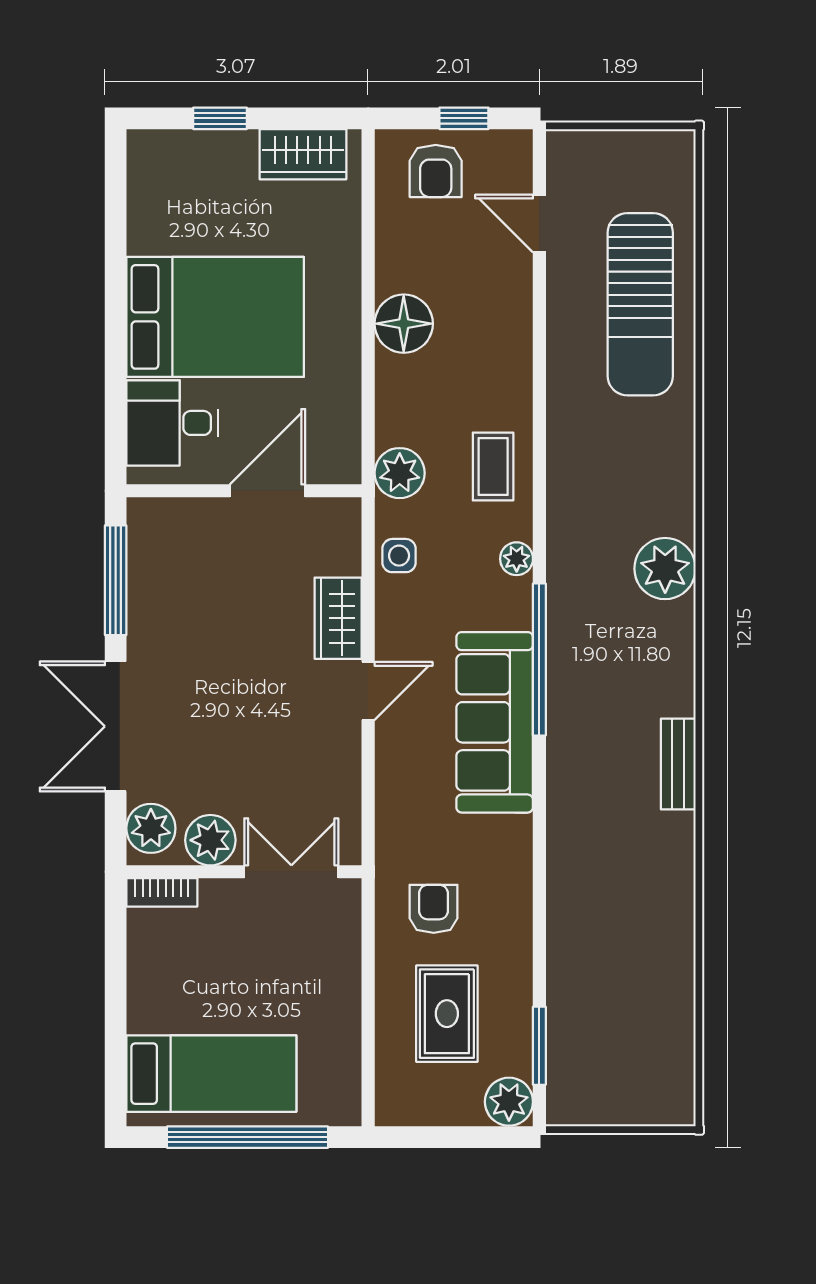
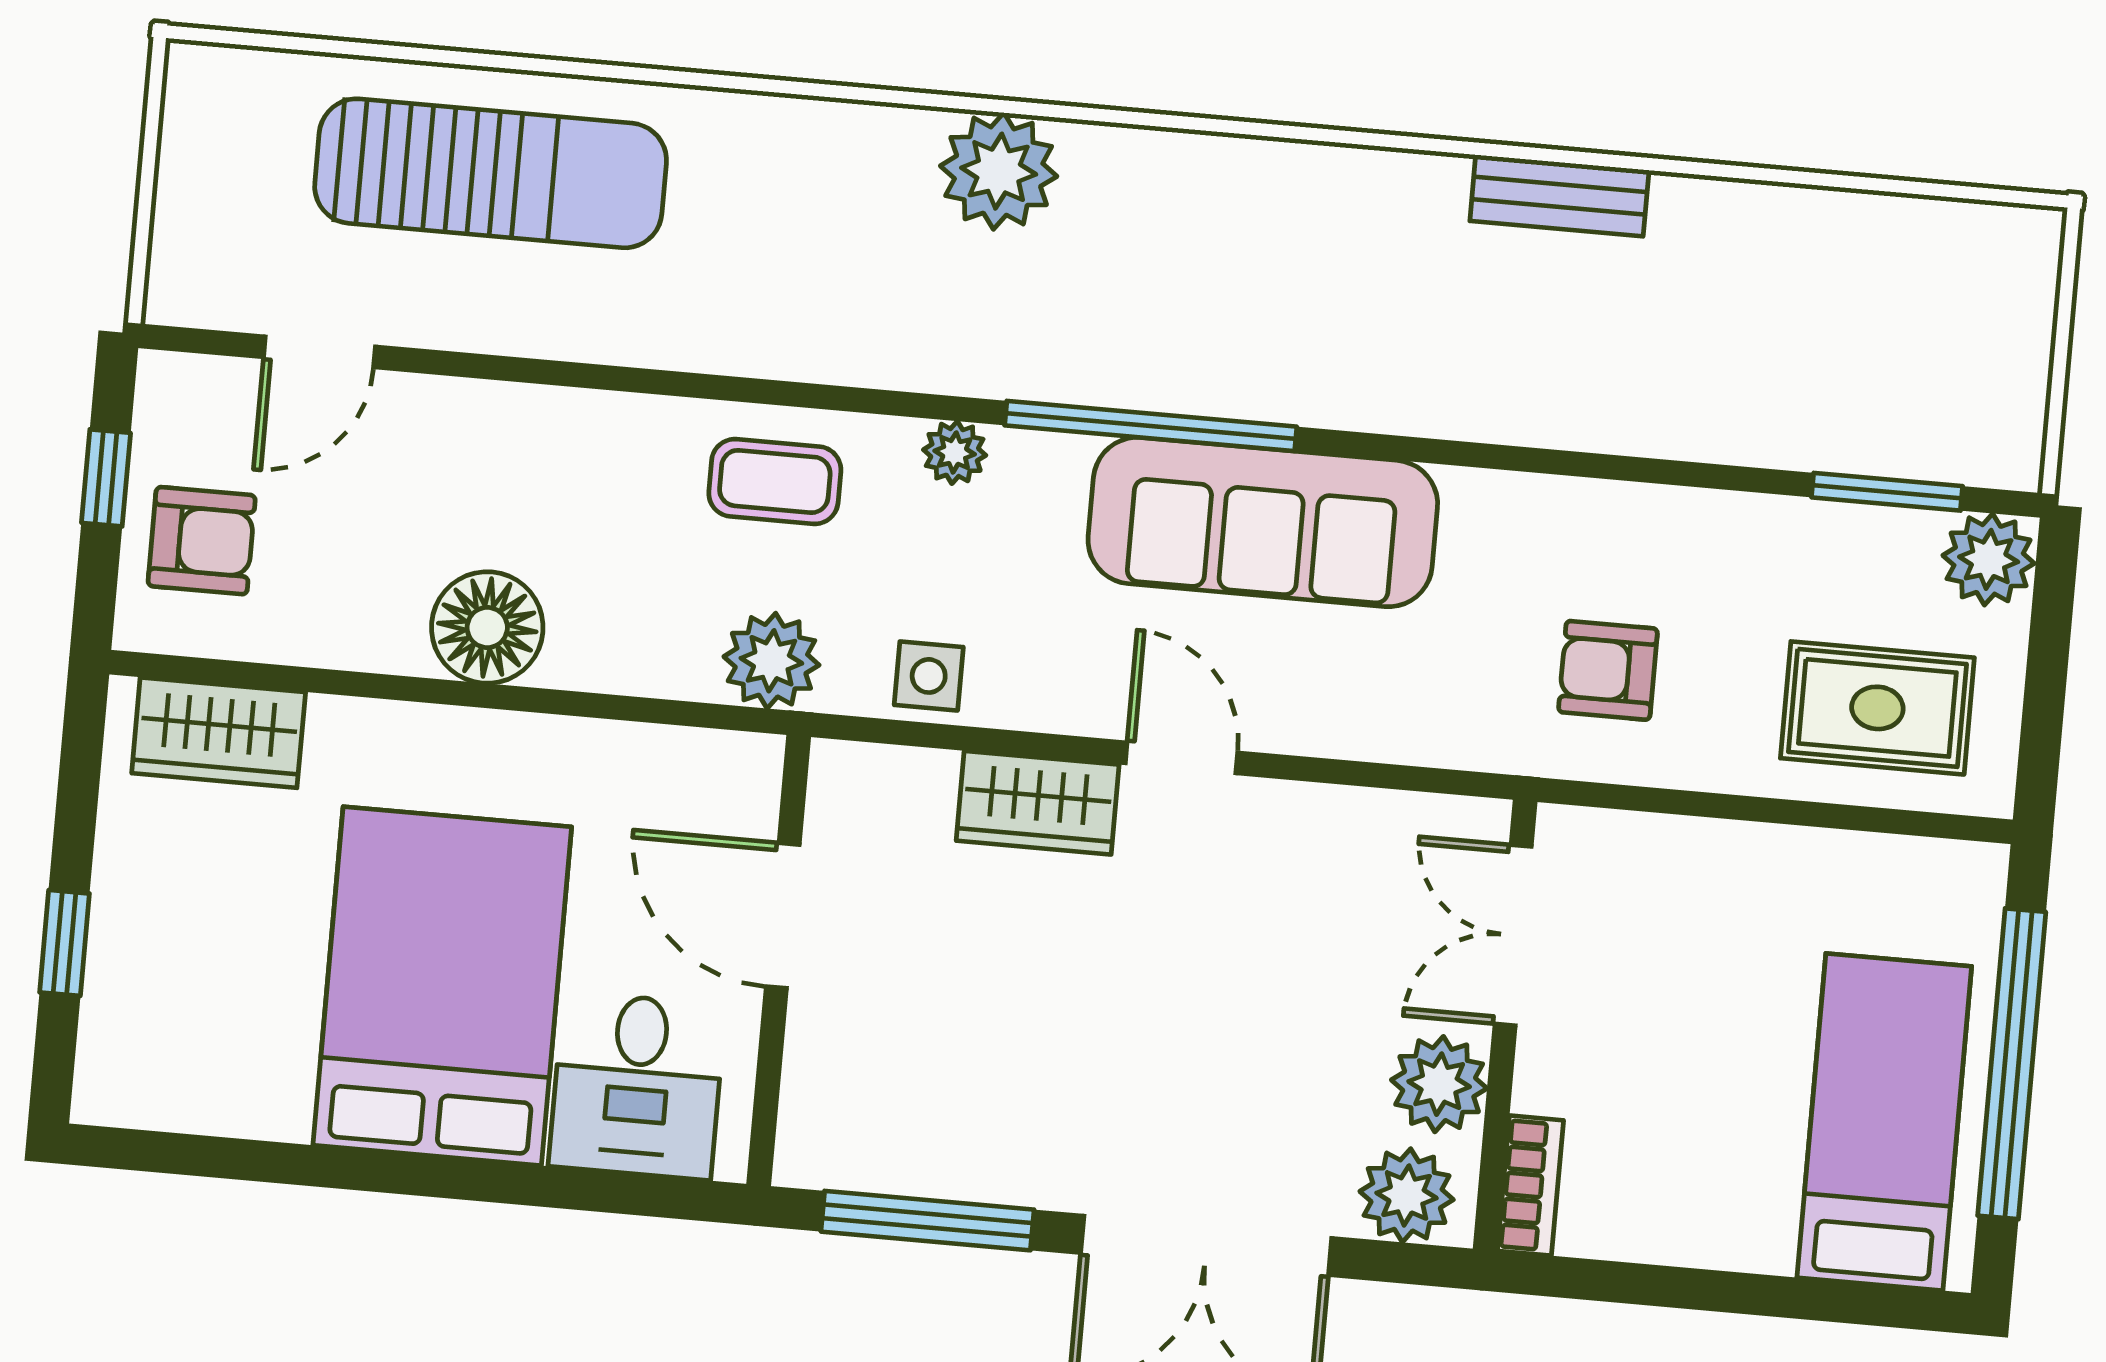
wardrobe: (303, 154) -> (219, 733), moved, turned 90
bench: (678, 764) -> (1559, 196), moved
rug: (447, 1014) -> (1877, 708), moved

